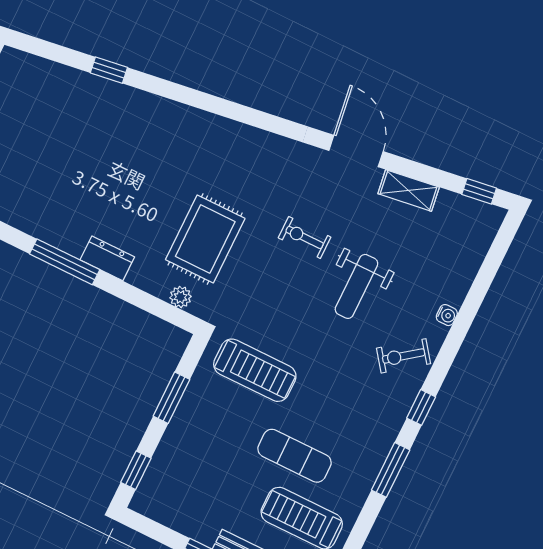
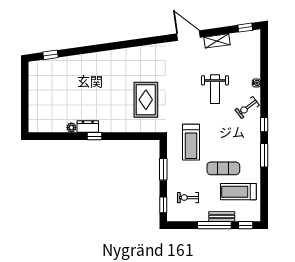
window: (109, 70) -> (51, 55), moved
exercise bike: (305, 237) -> (188, 198), moved
dresser: (107, 258) -> (88, 126), moved
window: (65, 262) -> (94, 136), width x0.46
plant: (180, 297) -> (71, 128), moved
treadmill: (255, 370) -> (191, 142), turned 90

